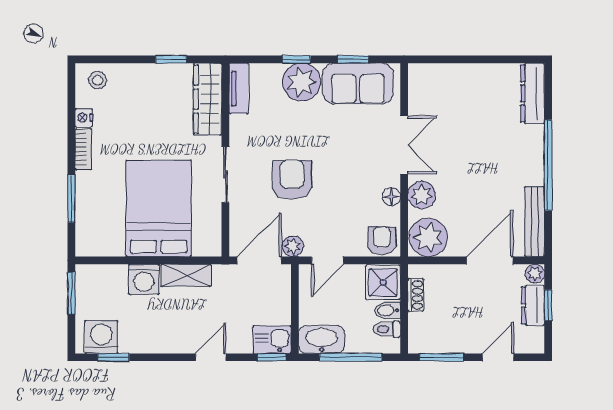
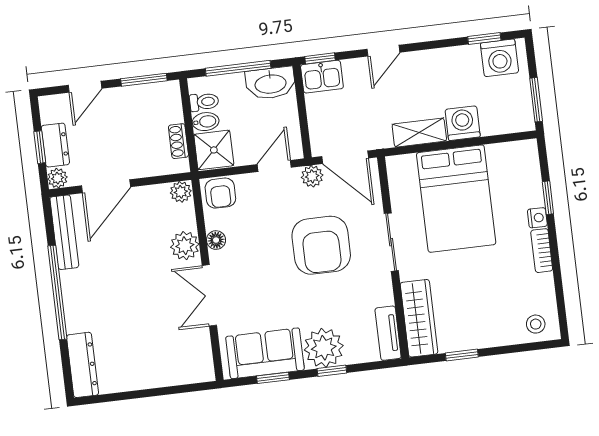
nightstand: (84, 118) -> (537, 218), moved
armchair: (292, 180) -> (321, 245), width x1.36, depth x1.36
window: (71, 199) -> (548, 198), width x0.67
plant: (428, 238) -> (181, 192), width x0.53, depth x0.53
door: (259, 260) -> (345, 157), hinge flipped

